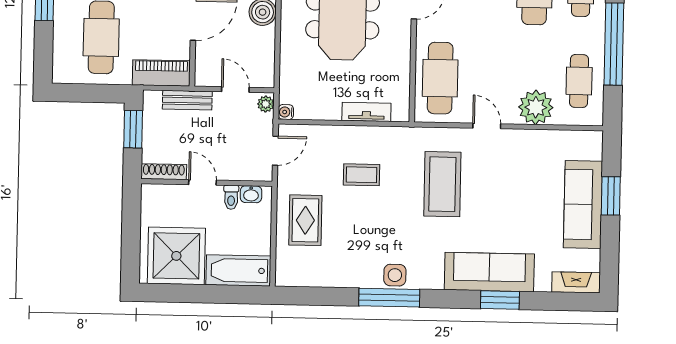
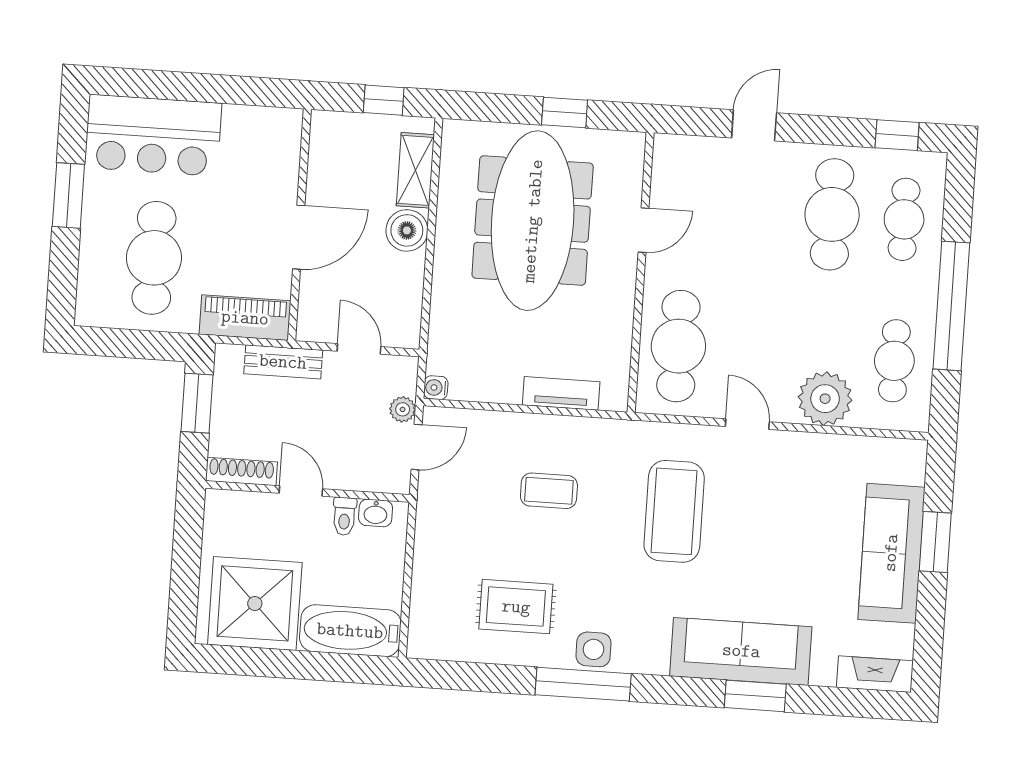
plant: (266, 104) -> (403, 409), moved
rug: (305, 220) -> (516, 607), moved, turned 90

